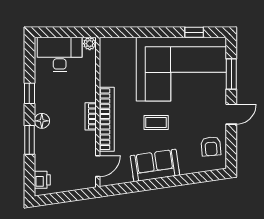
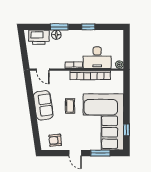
desk: (60, 55) -> (97, 58), moved, turned 90
bookcase: (107, 119) -> (90, 75), moved
floor lamp: (42, 121) -> (56, 35), moved
printer: (42, 180) -> (39, 37), width x1.87, depth x1.48

